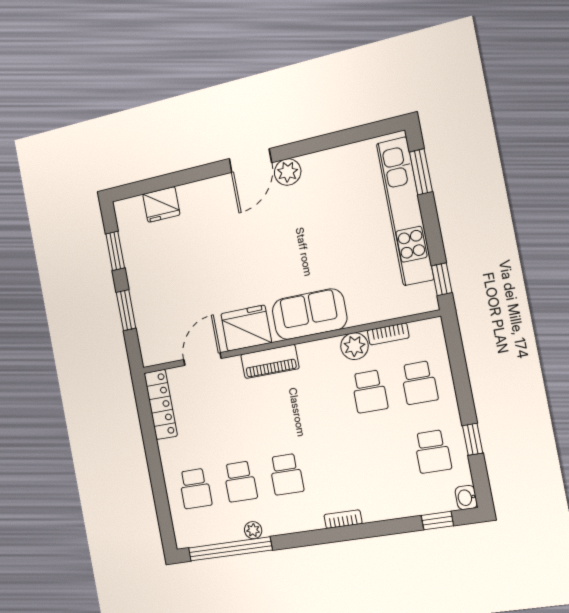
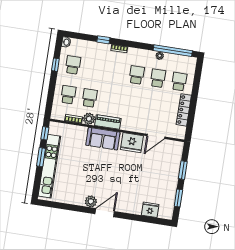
window: (421, 172) -> (41, 157), moved
piano: (270, 361) -> (108, 122), moved
locker: (161, 404) -> (184, 110), moved
window: (437, 521) -> (103, 40), moved

